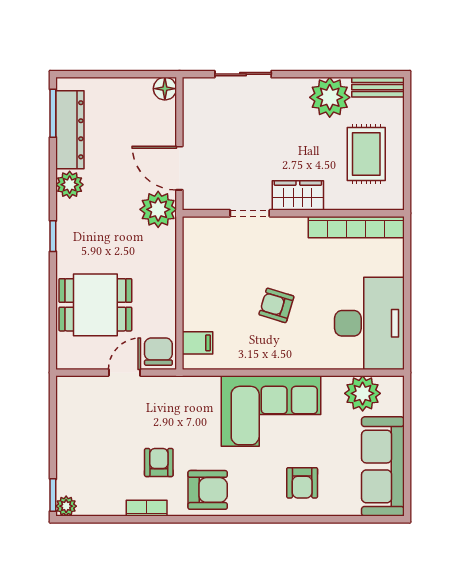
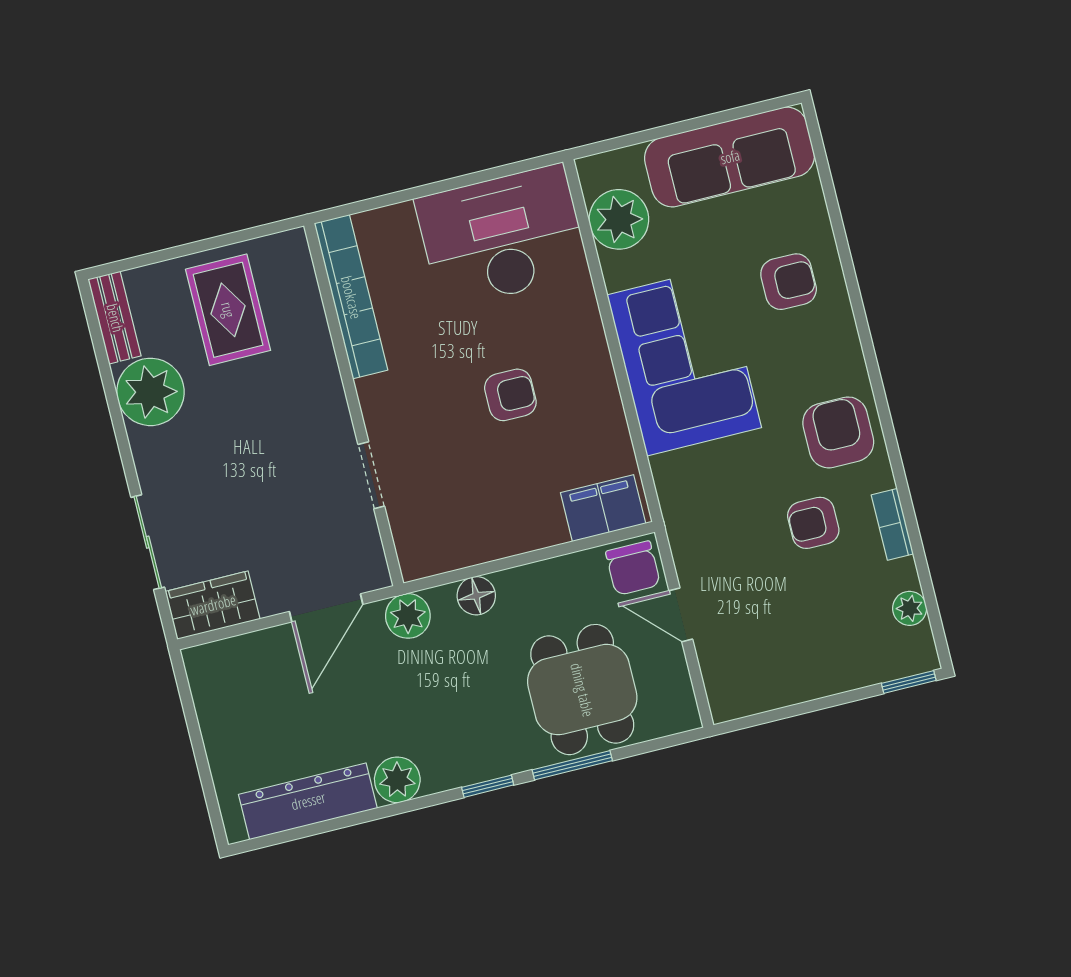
floor lamp: (165, 89) -> (476, 596), moved
window: (53, 113) -> (572, 765), moved
rug: (366, 154) -> (228, 310), turned 90
wardrobe: (298, 195) -> (213, 605), moved, turned 90
plant: (158, 209) -> (408, 616), width x0.73, depth x0.73
armchair: (276, 305) -> (510, 395), turned -107
filing cabinet: (197, 343) -> (603, 508), width x2.00
chair: (158, 352) -> (633, 568), turned -90
plant: (66, 506) -> (910, 608), moved

